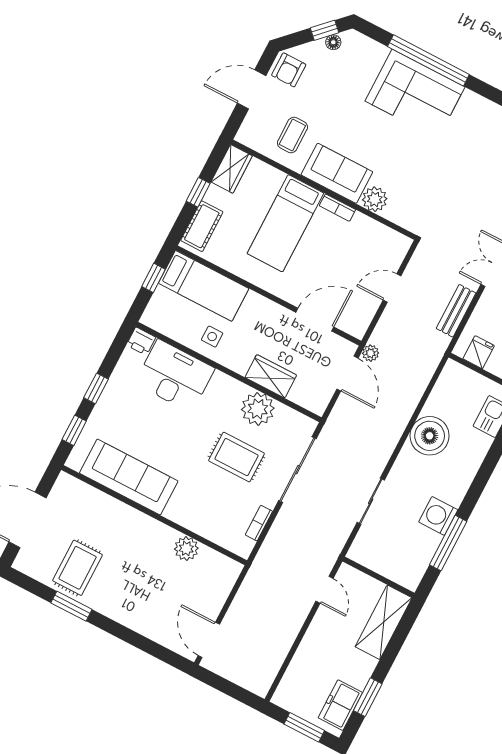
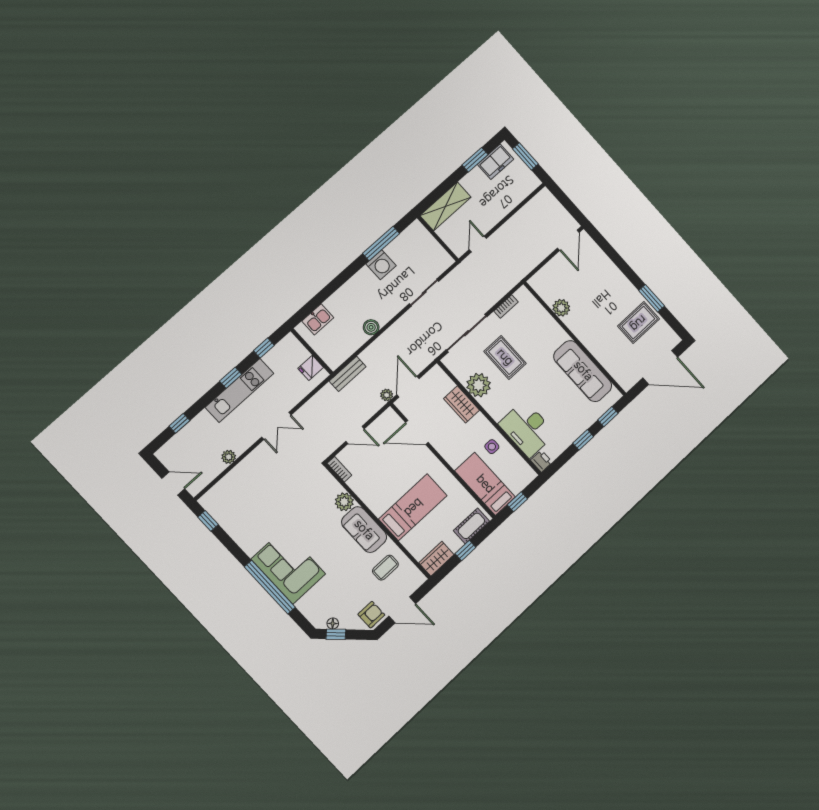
bookcase: (337, 208) -> (339, 469), moved
bench: (456, 311) -> (348, 374), moved
boiler: (430, 436) -> (371, 327), width x0.54, depth x0.54

